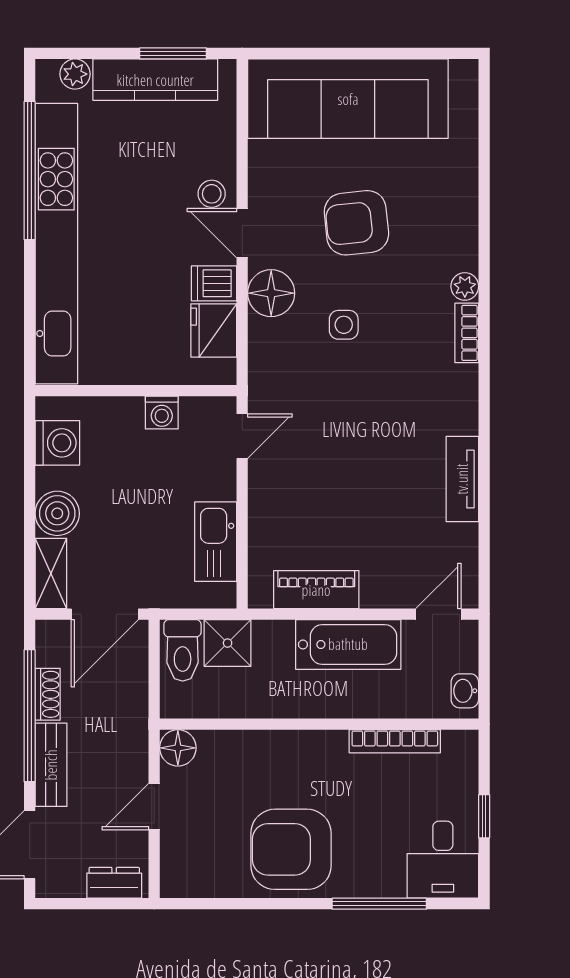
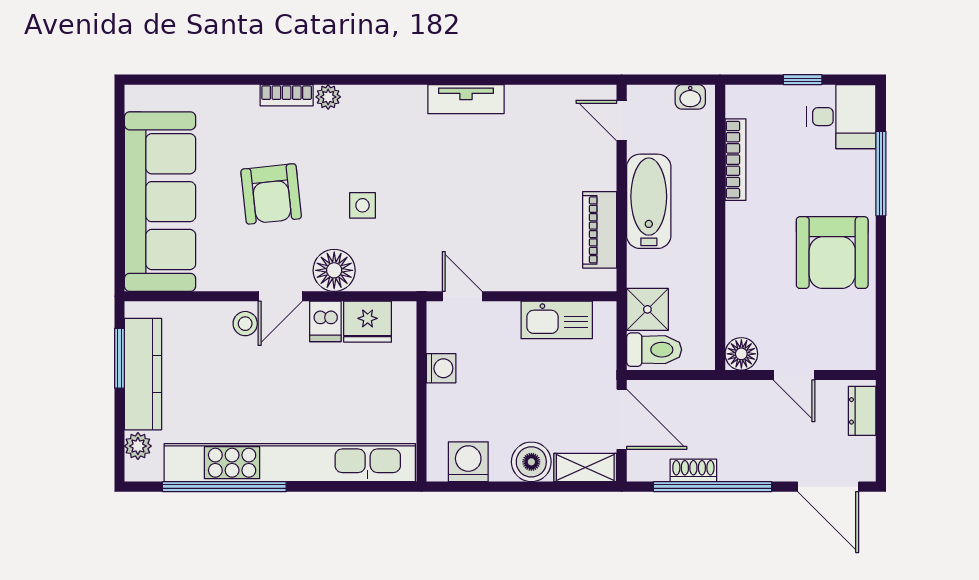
bookcase: (467, 333) -> (287, 95), moved
tv unit: (462, 479) -> (466, 99), moved
bench: (51, 765) -> (757, 467), removed

